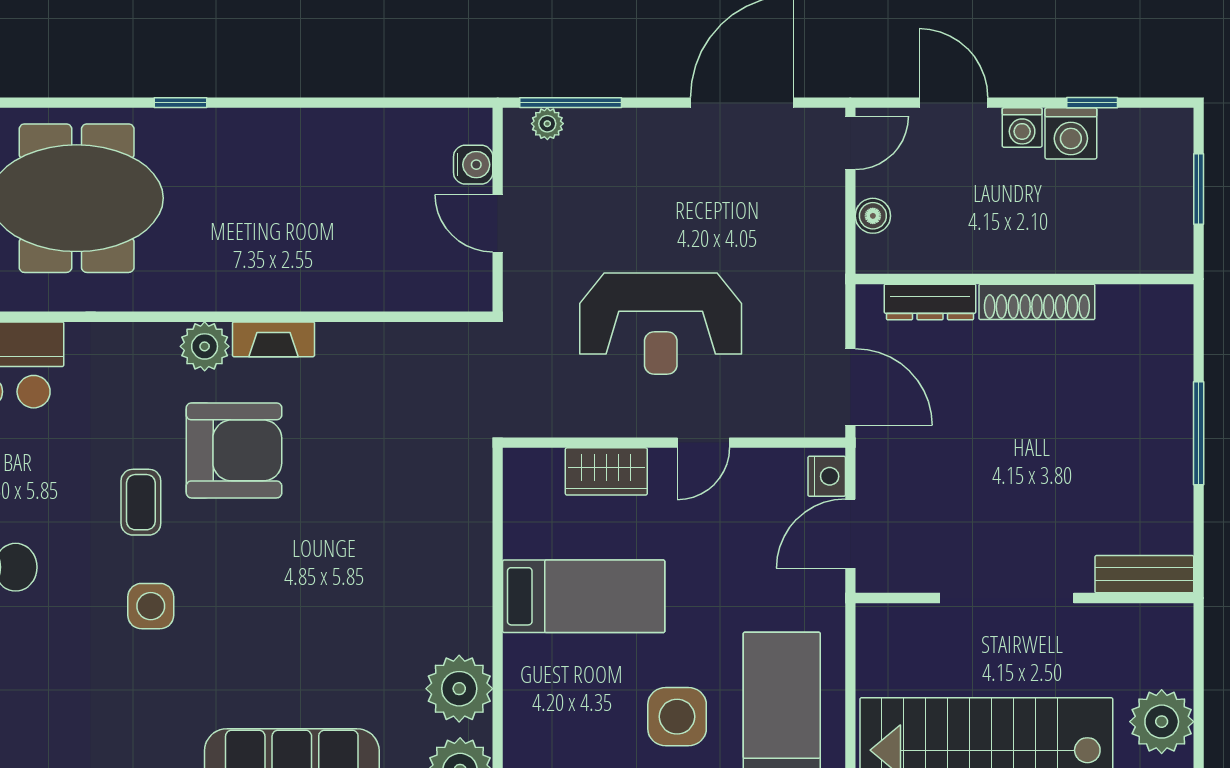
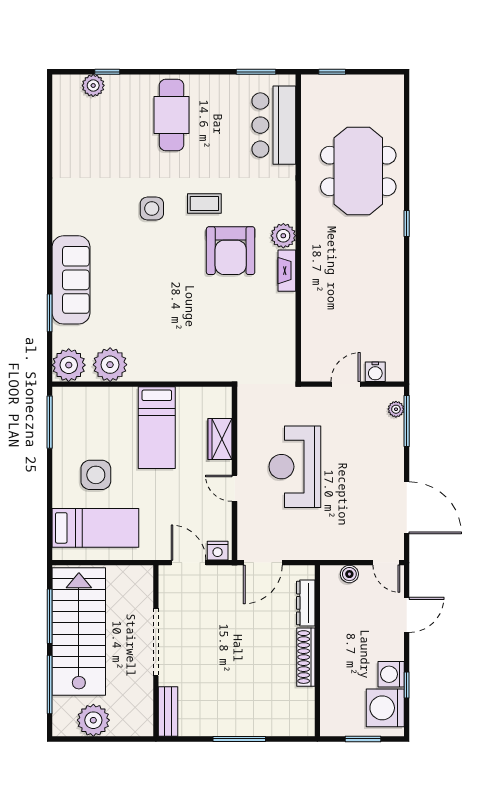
washing machine: (1022, 128) -> (385, 708), moved, width x1.89, depth x1.89

